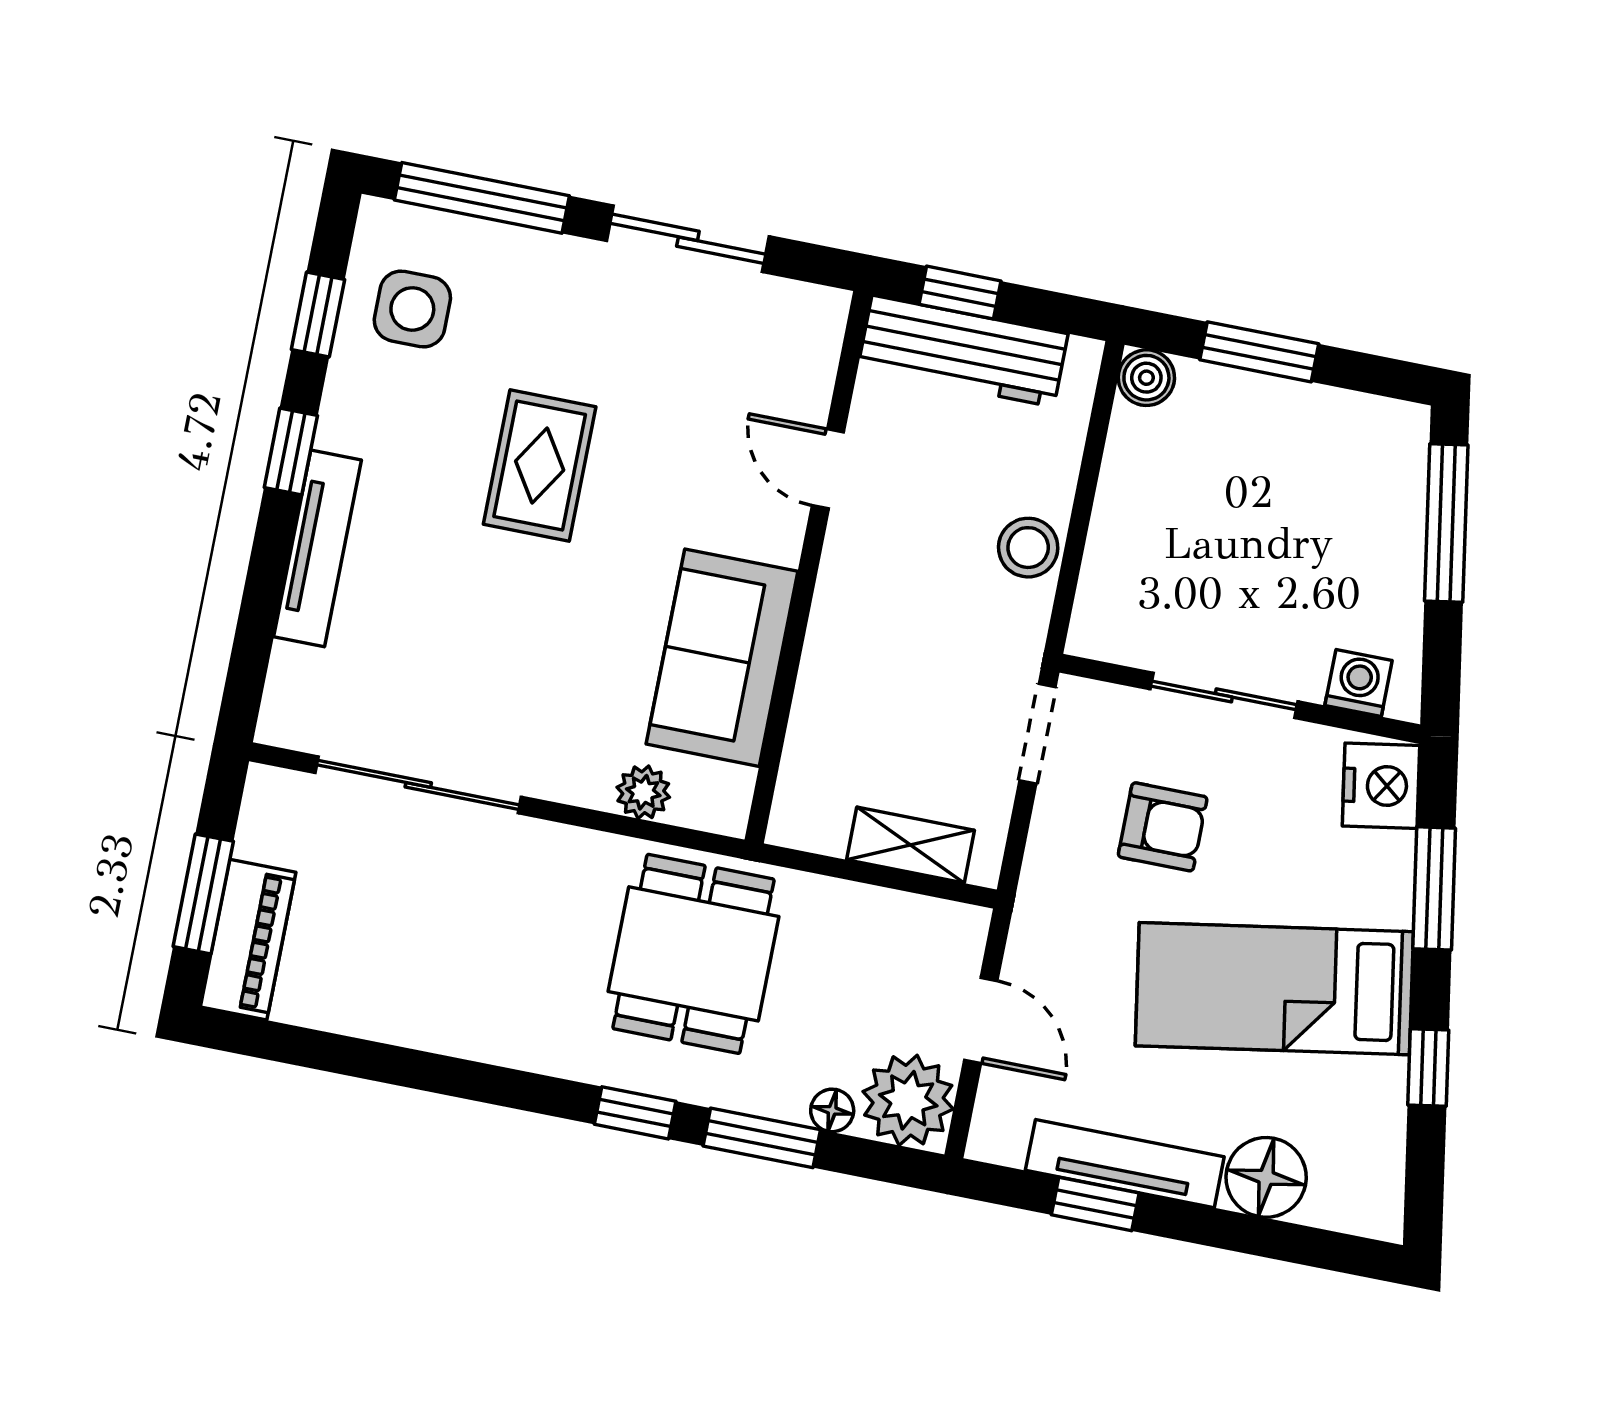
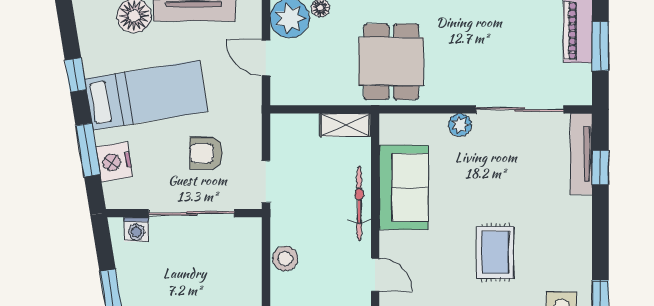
window: (291, 452) -> (600, 168), moved
tv unit: (318, 548) -> (581, 154), moved
bicycle: (832, 642) -> (359, 203), added
sliding door: (1224, 695) -> (192, 213), width x1.37
nightstand: (1381, 786) -> (114, 162), moved
plant: (643, 792) -> (460, 125), moved
shelving: (910, 845) -> (345, 125), moved

